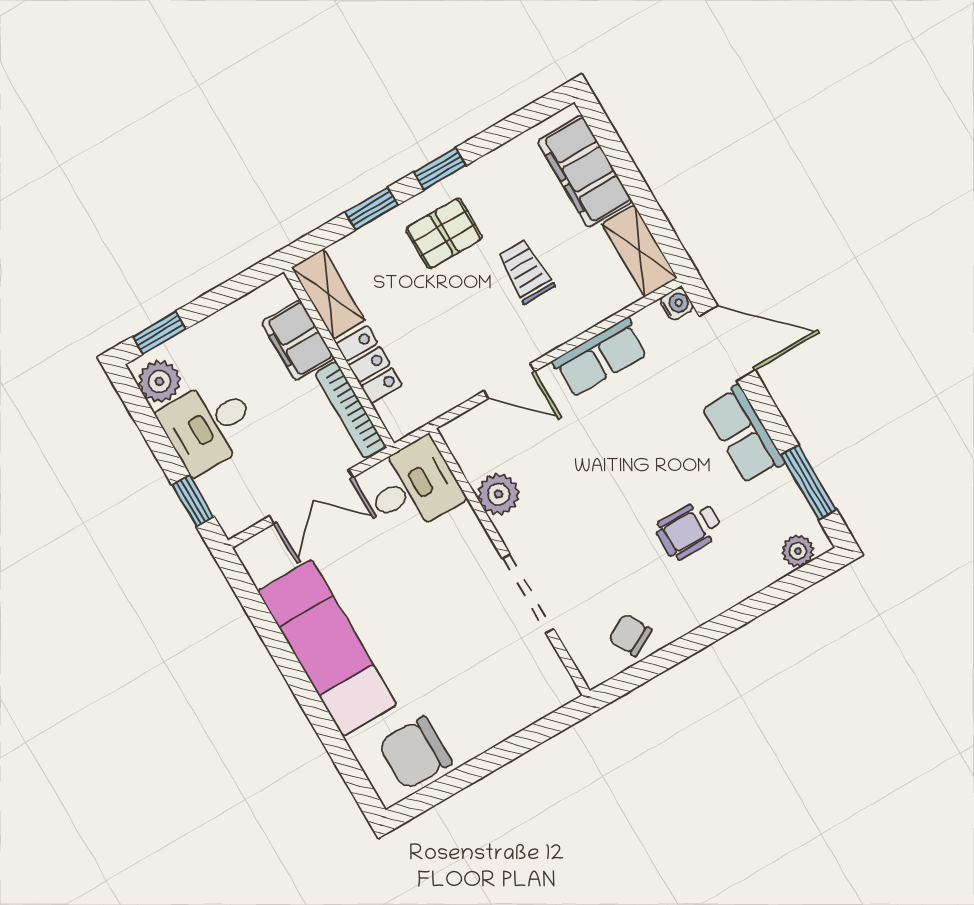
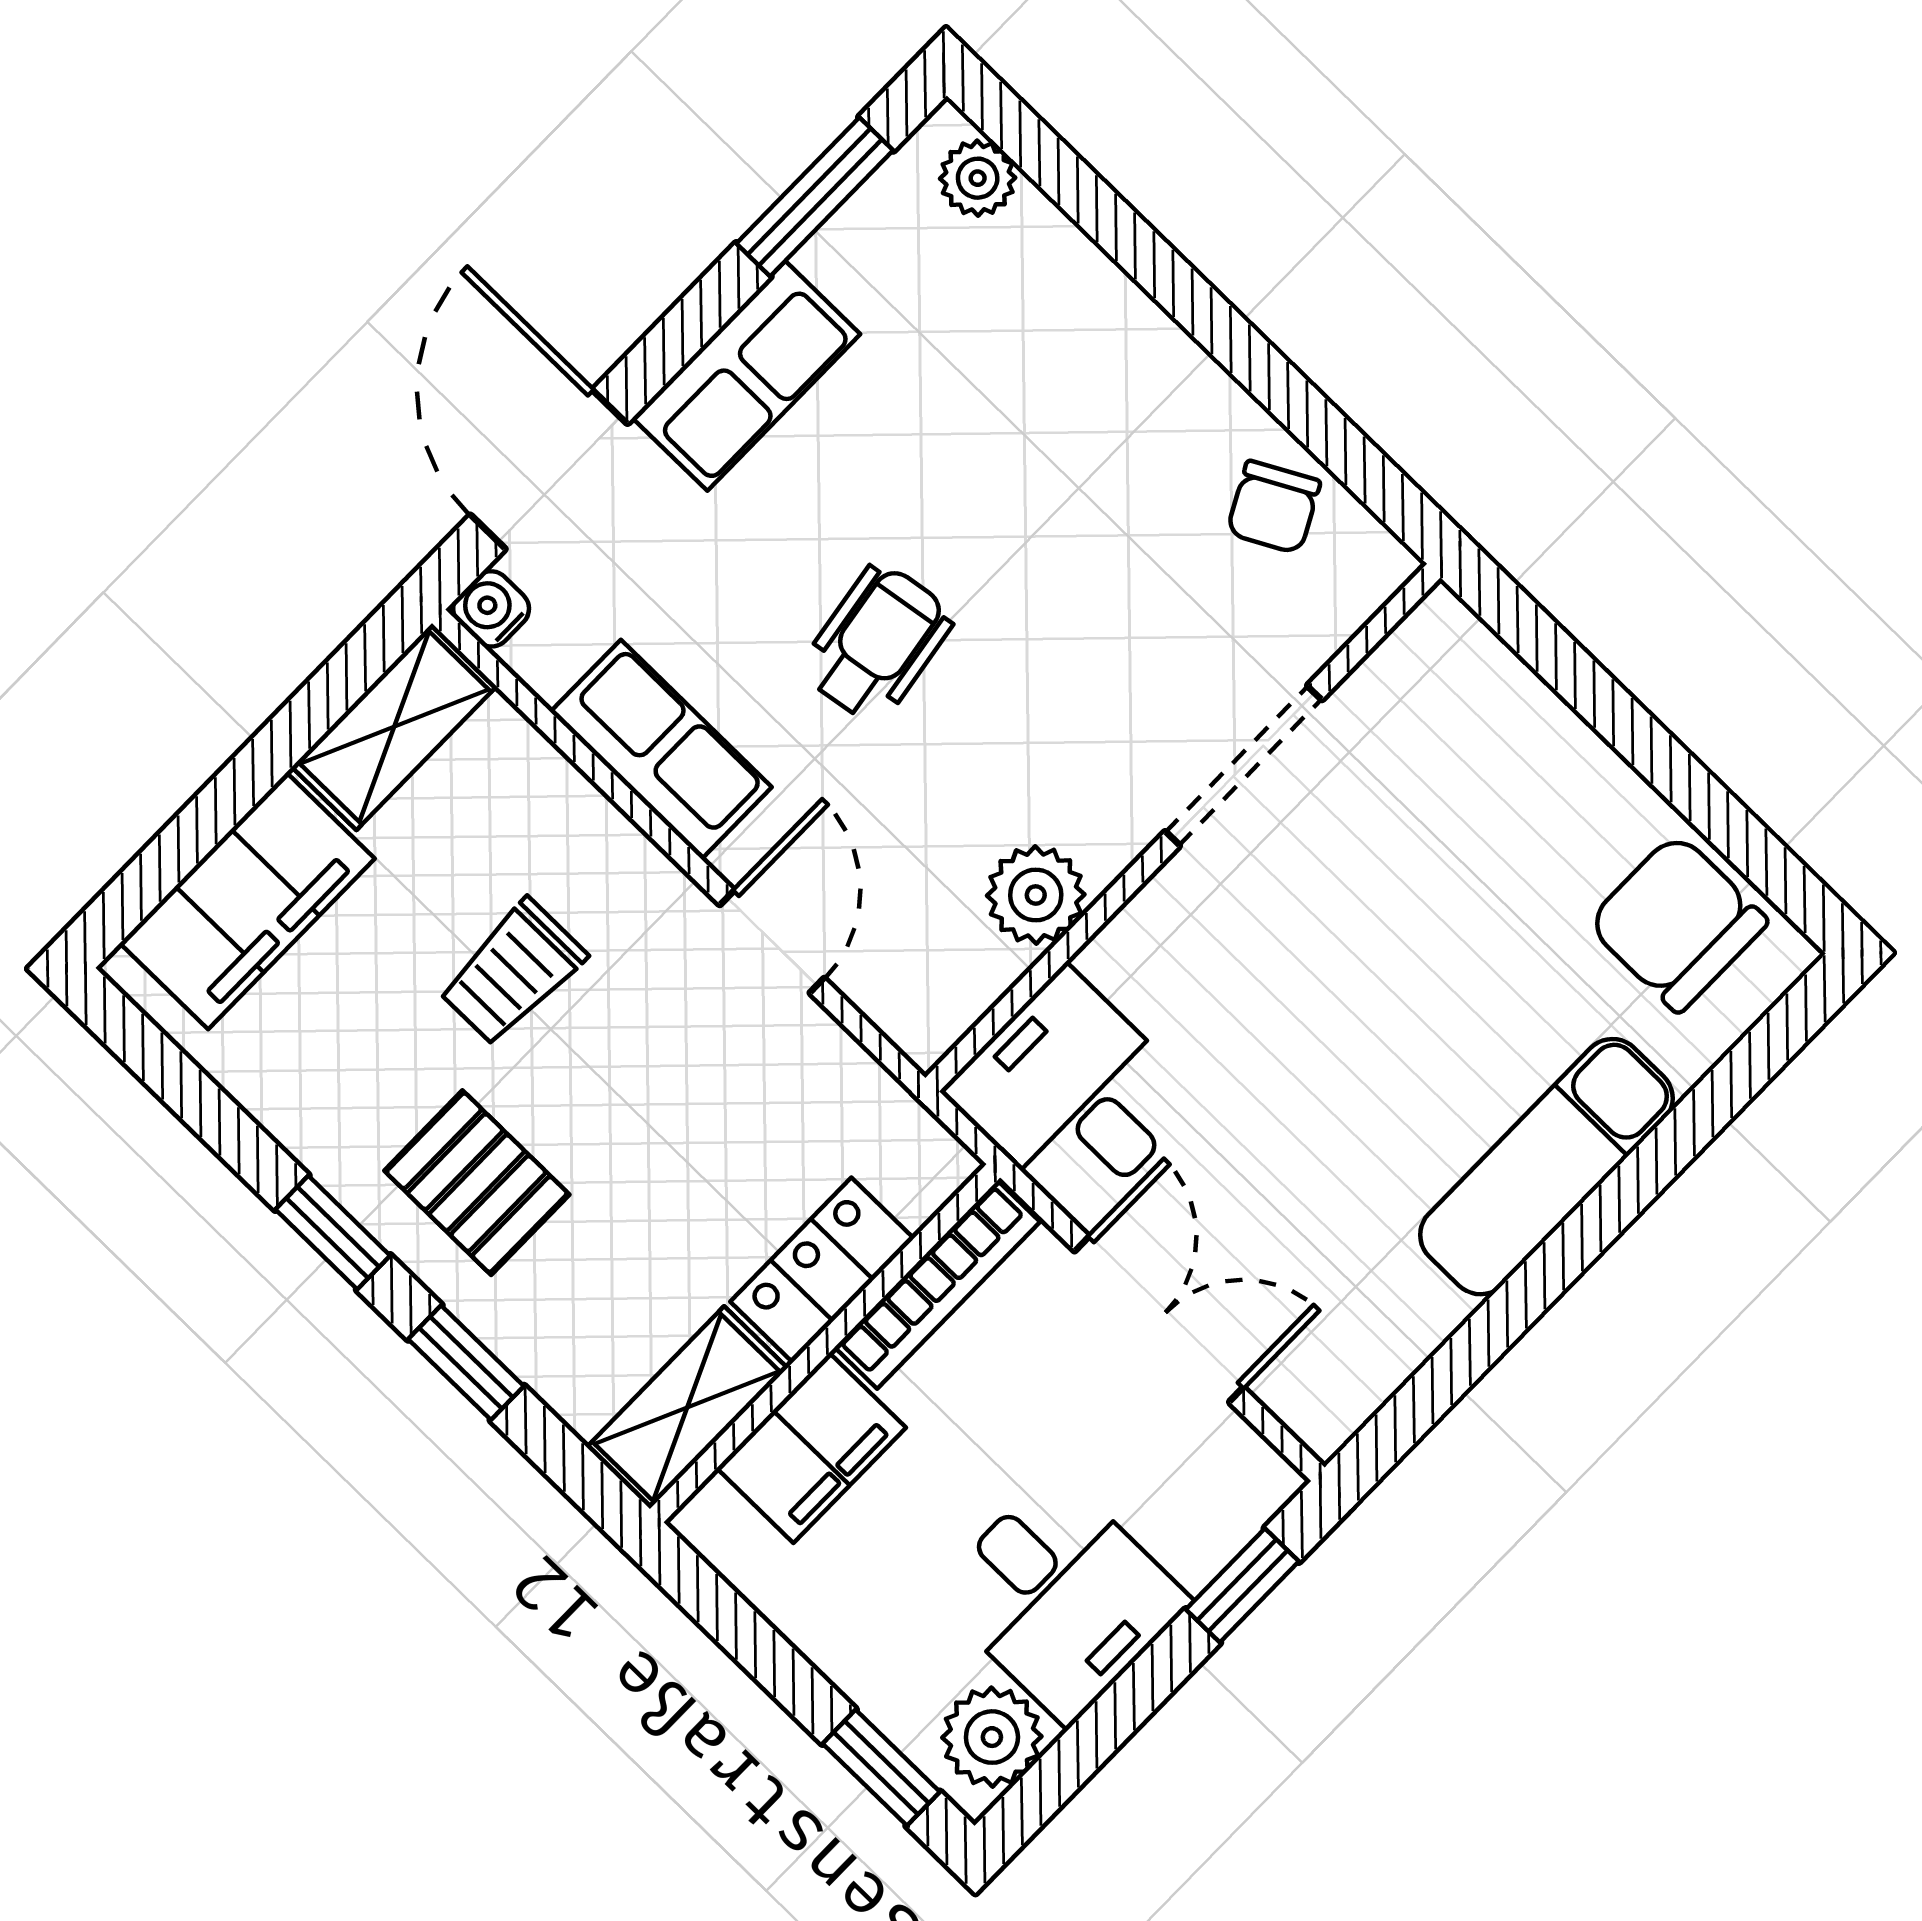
wheelchair: (689, 530) -> (877, 643), moved, turned -99
exam couch: (327, 648) -> (1546, 1167), width x0.73, depth x0.69
chair: (415, 753) -> (1677, 923), turned 180

